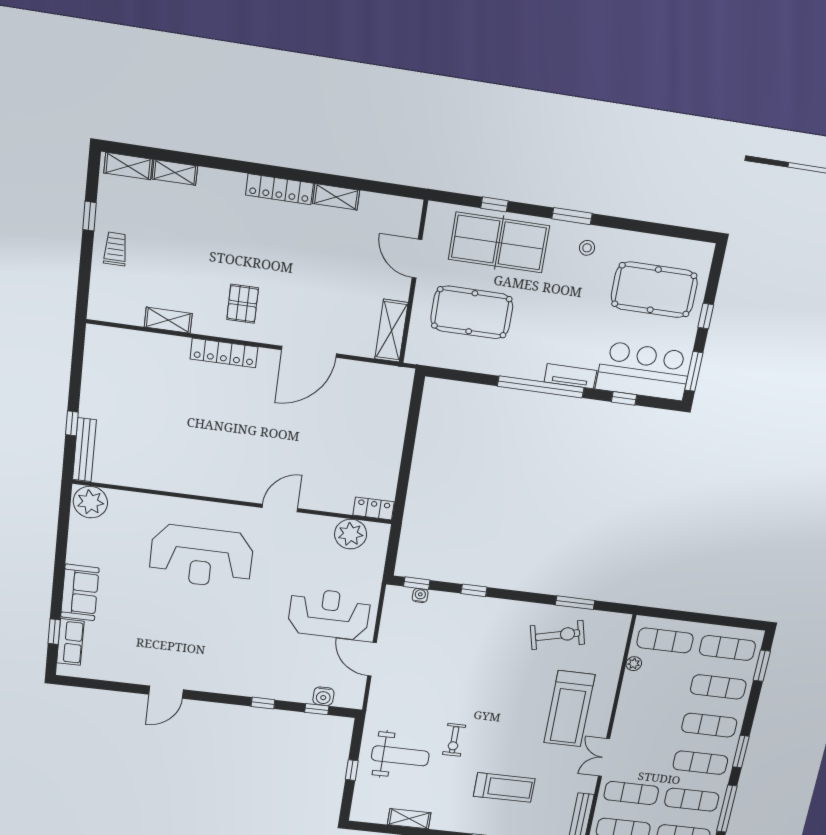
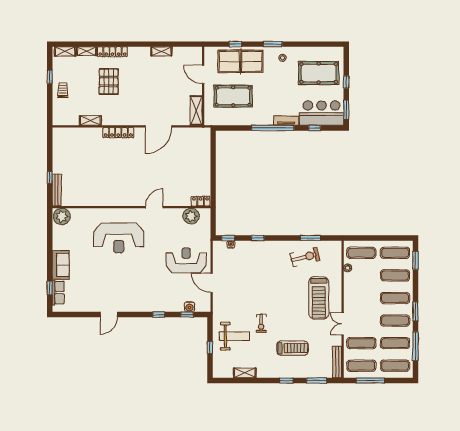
locker: (279, 189) -> (112, 52), moved
pallet: (243, 304) -> (109, 82), moved, width x1.50, depth x1.42

